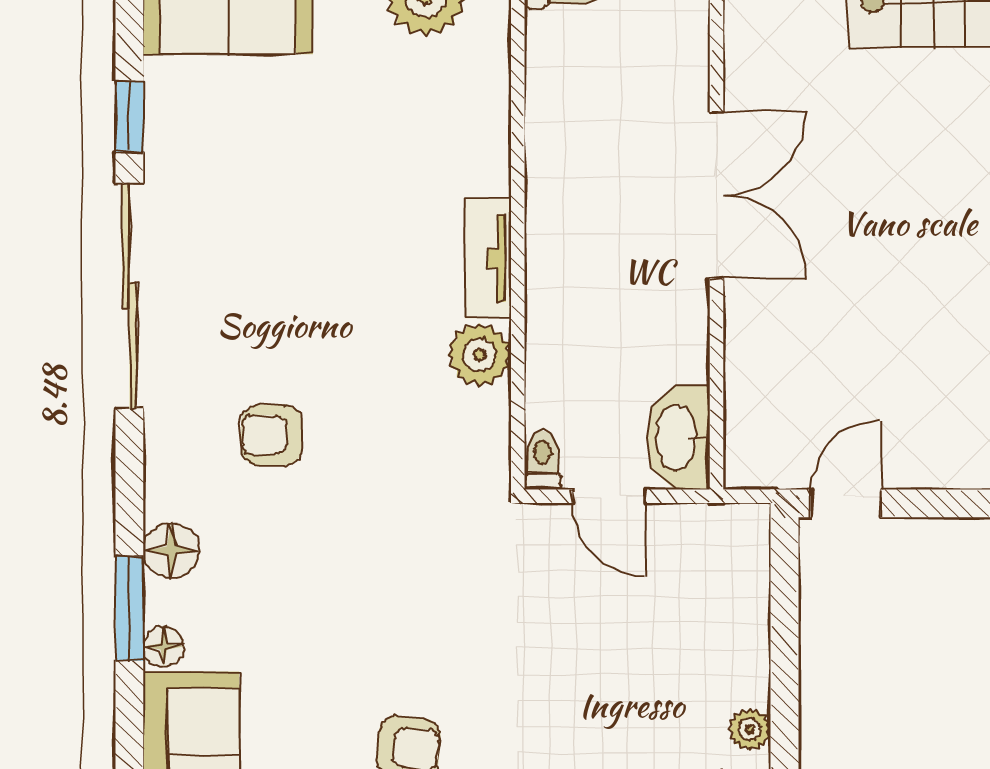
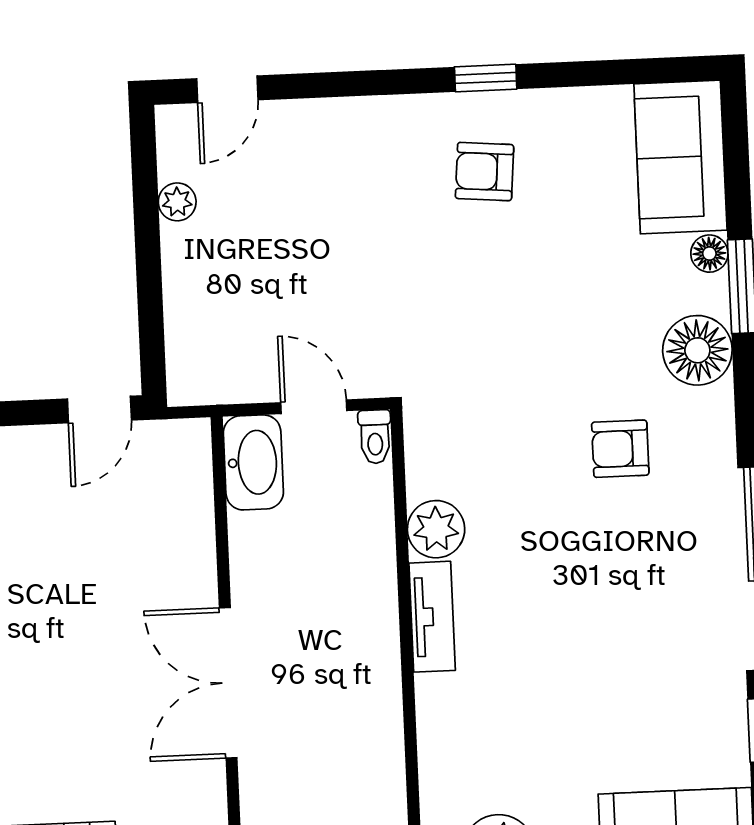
armchair: (272, 435) -> (620, 449), turned 180
floor lamp: (171, 551) -> (697, 350), width x1.38, depth x1.38

